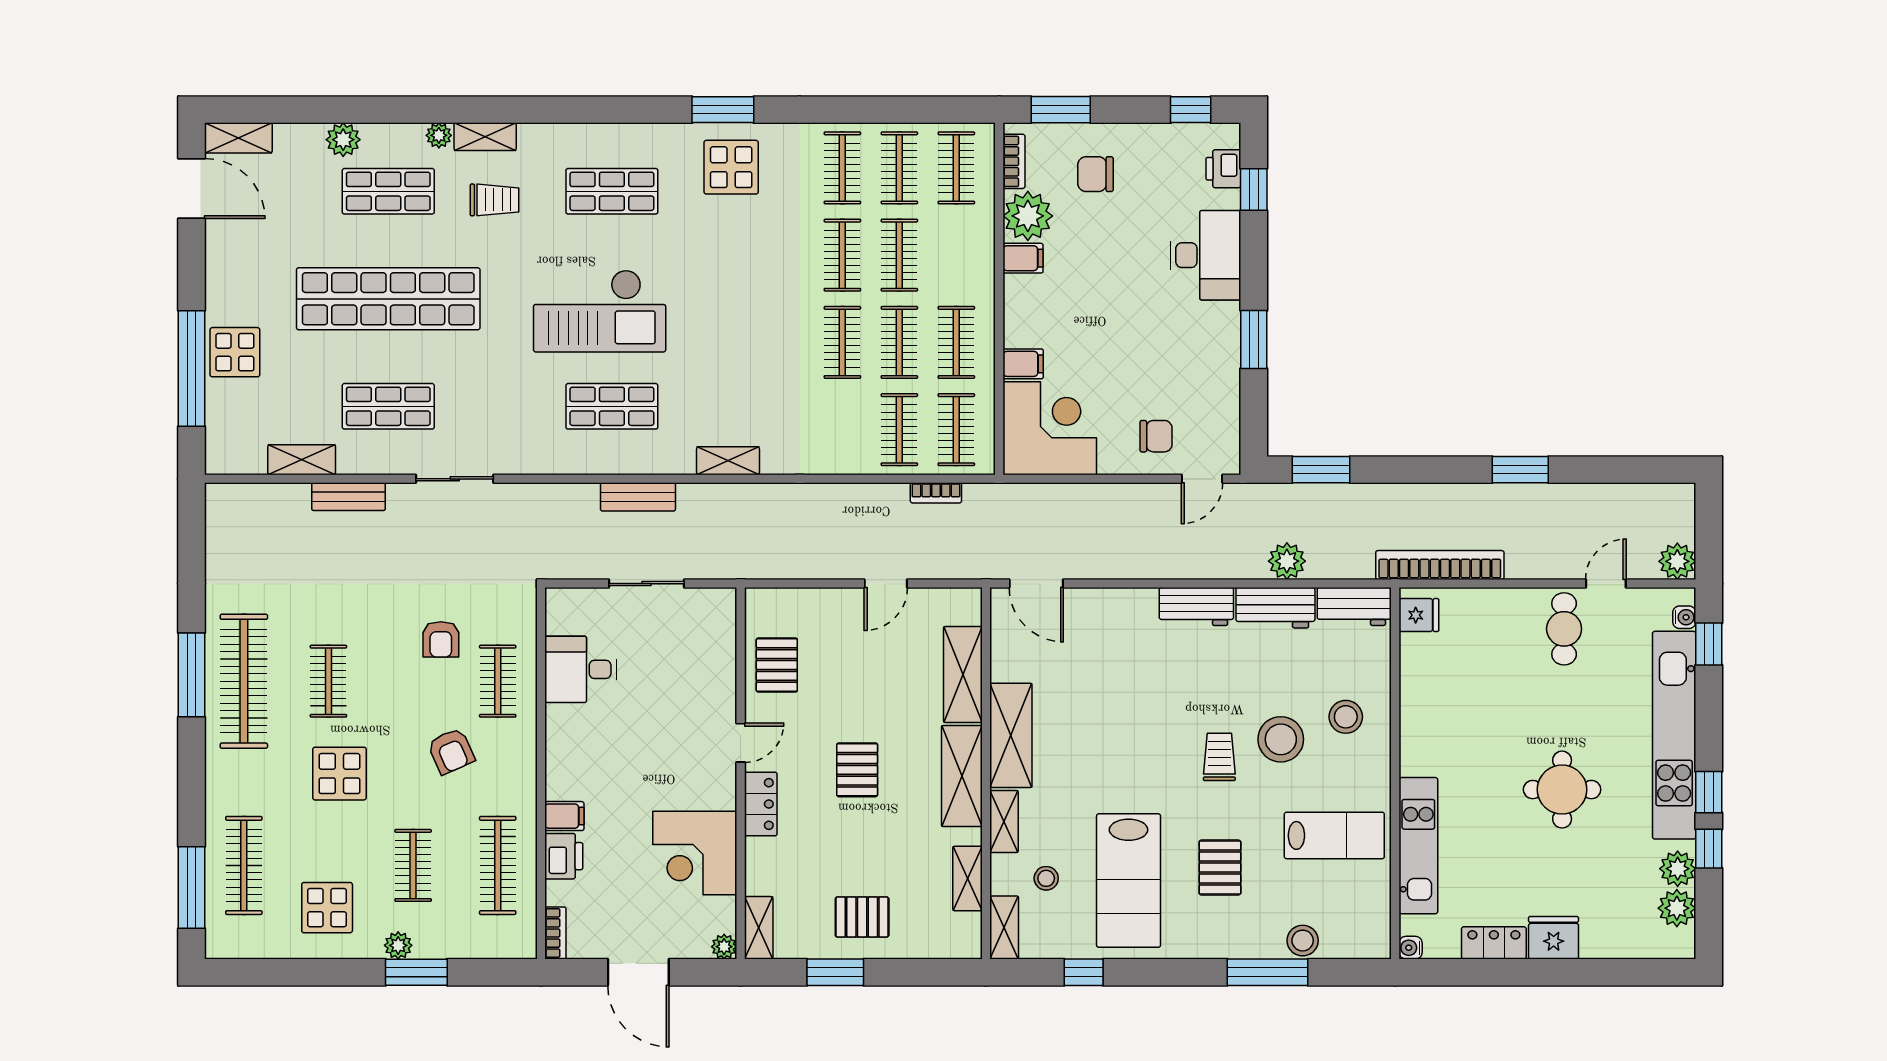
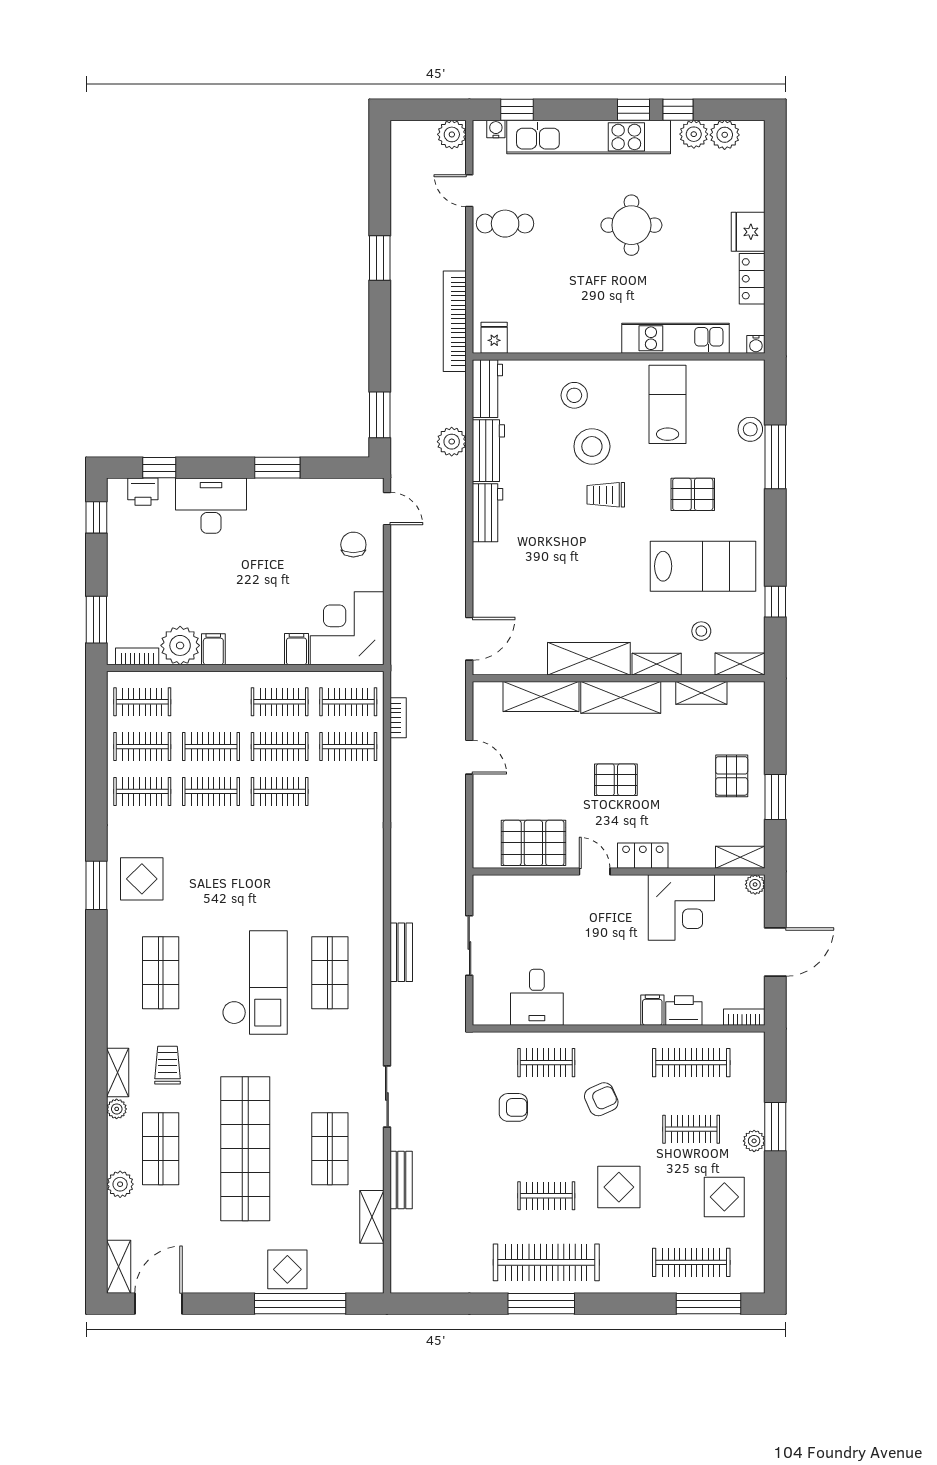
chair: (1095, 174) -> (147, 592), removed
shelving: (728, 461) -> (373, 881), removed
pallet: (777, 665) -> (533, 843), width x1.50, depth x1.42

